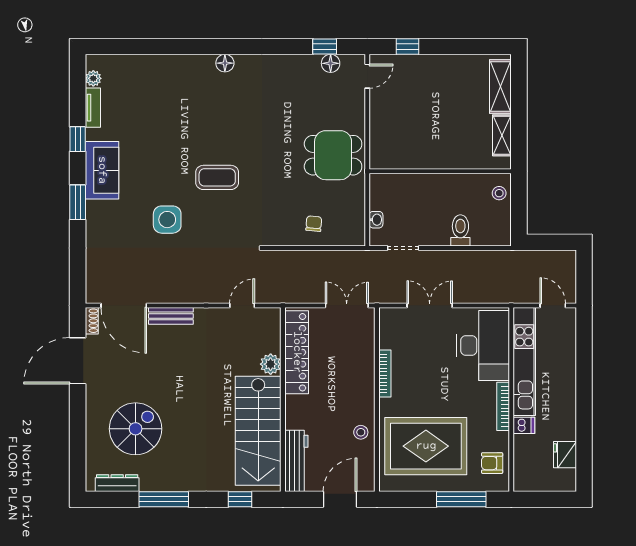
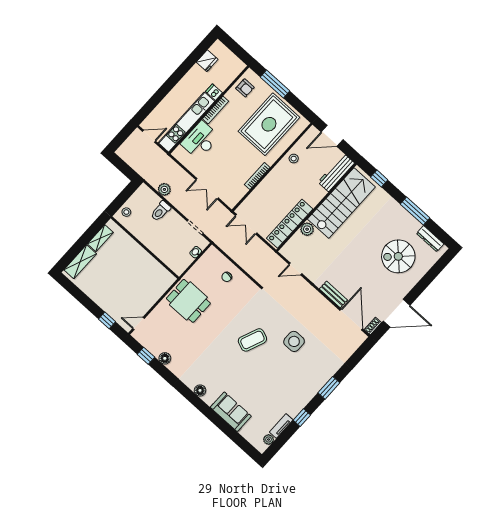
floor lamp: (331, 63) -> (165, 358), moved
sofa: (102, 170) -> (231, 412), moved, turned 90
coffee table: (217, 177) -> (252, 340), turned -68
plant: (479, 260) -> (164, 189), added
door: (553, 306) -> (149, 136), swing flipped
desk: (483, 345) -> (200, 140), width x0.73, depth x0.77
rug: (426, 446) -> (269, 124), turned 90

